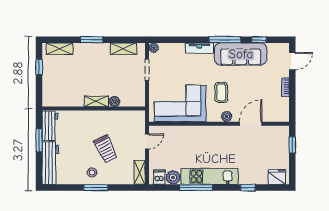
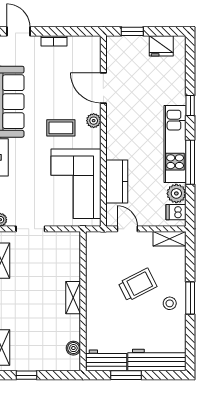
boiler: (114, 102) -> (73, 348), moved
kitchen counter: (182, 133) -> (117, 181), added
fridge: (277, 177) -> (161, 46), moved, turned -90
window: (248, 188) -> (190, 105), moved

